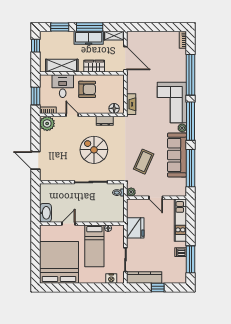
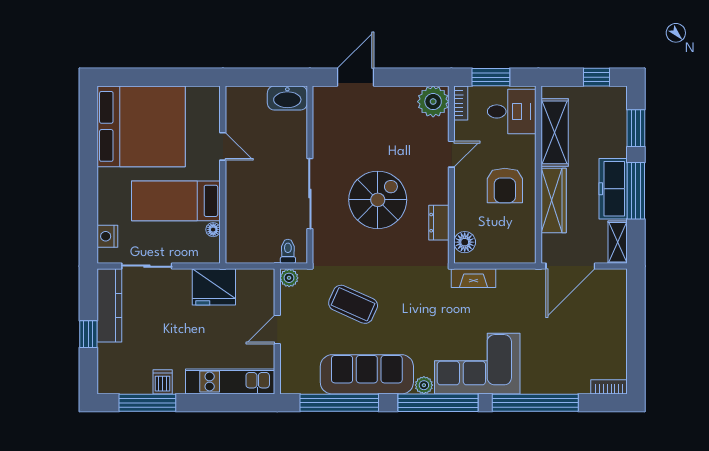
wardrobe: (94, 66) -> (554, 200), width x1.50
desk: (63, 86) -> (512, 111), moved
washbasin: (45, 213) -> (287, 98), moved

